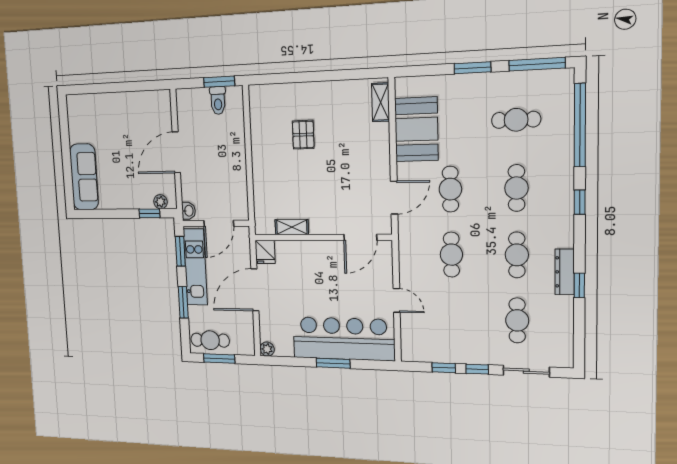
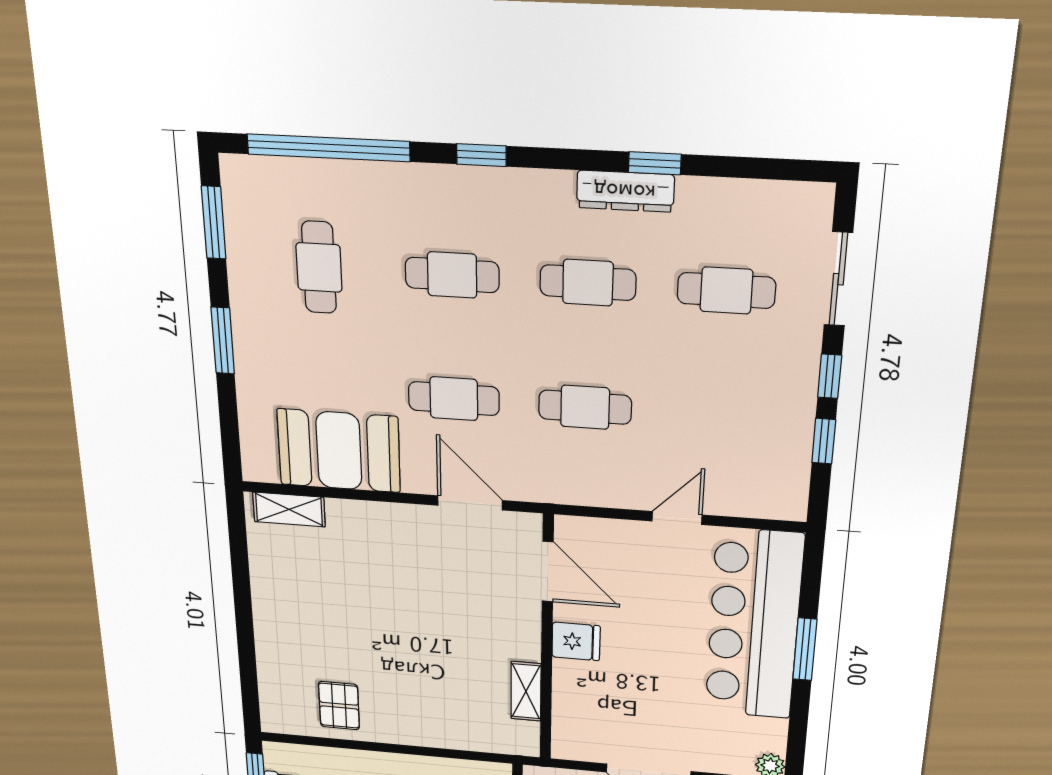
window: (537, 64) -> (214, 223), width x0.69
pallet: (303, 135) -> (339, 706), moved, turned 90
fridge: (265, 252) -> (576, 641), moved

